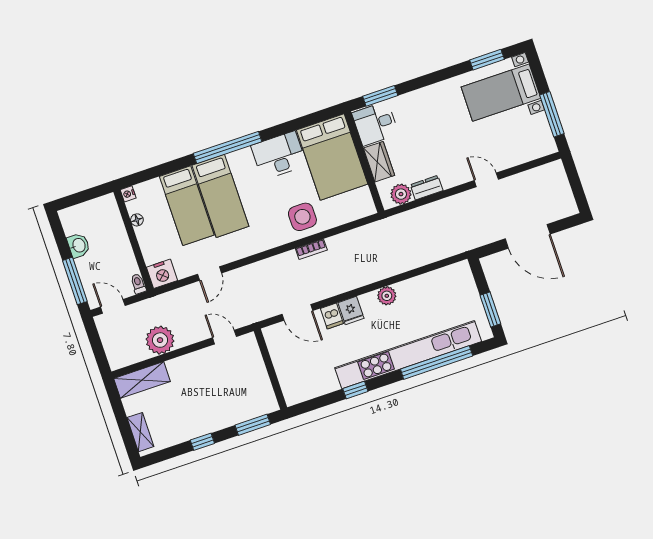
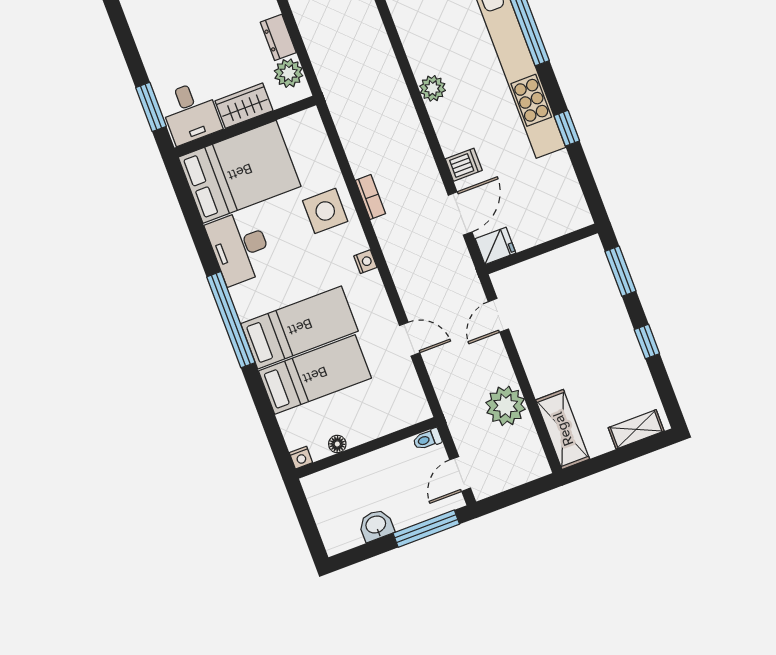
nightstand: (162, 274) -> (365, 262), moved, width x0.53, depth x0.56
fridge: (351, 311) -> (495, 246), moved

